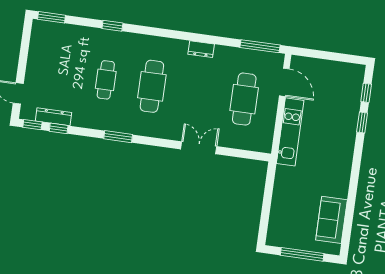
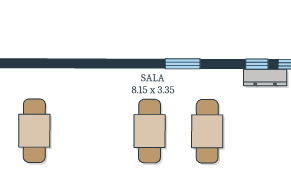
cafe table: (106, 80) -> (207, 131), width x1.37, depth x1.35
double door: (199, 148) -> (82, 63), removed

